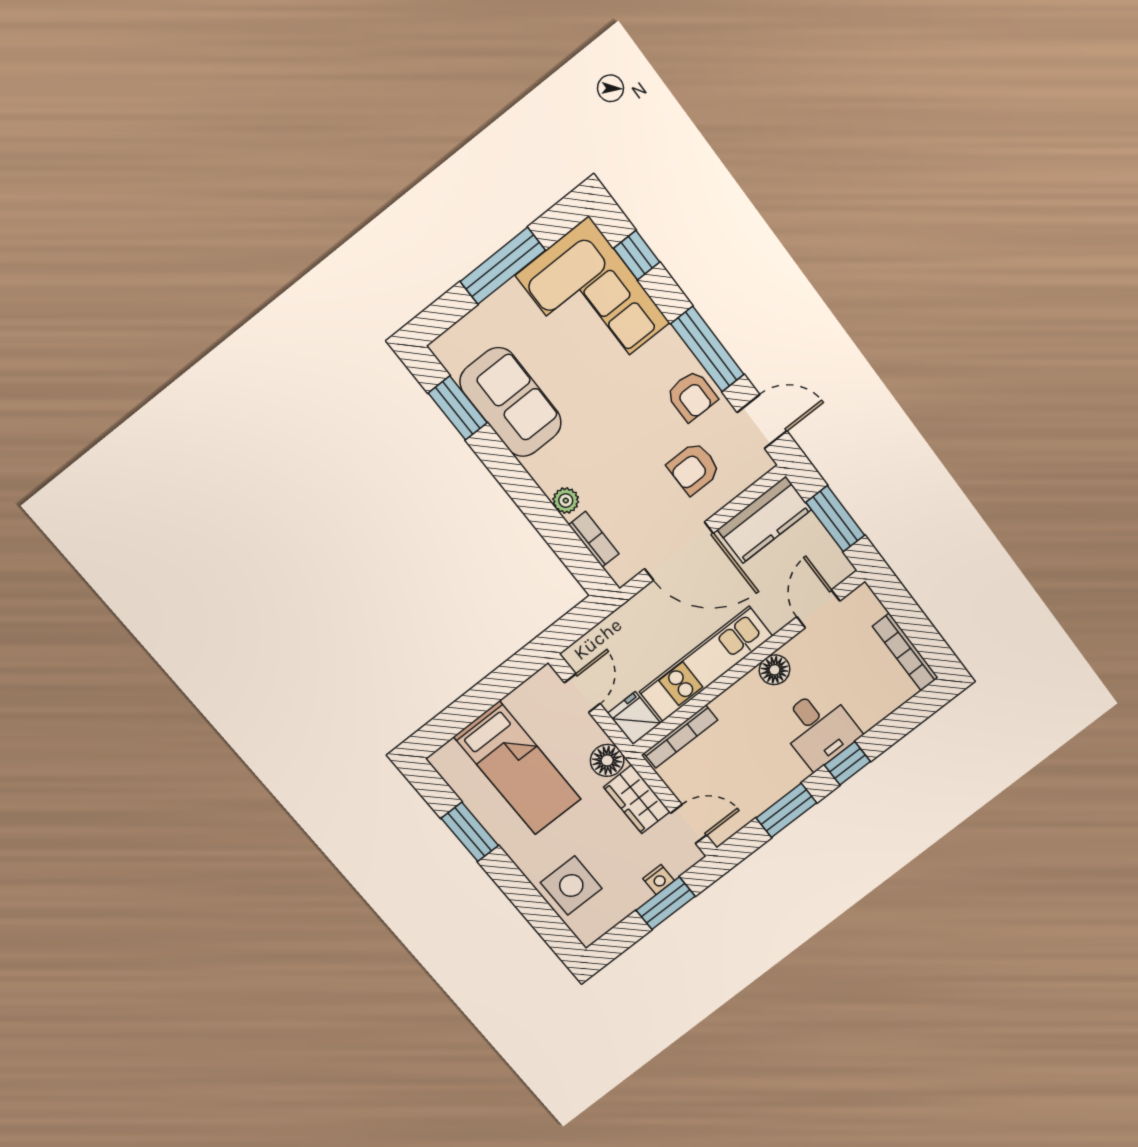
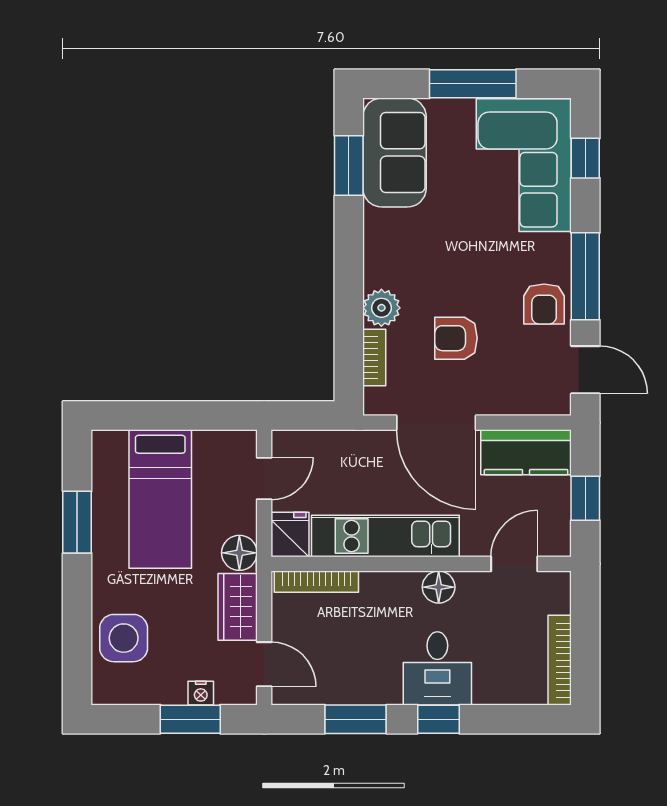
sofa: (511, 402) -> (395, 152), moved
armchair: (694, 468) -> (456, 338), moved
plant: (566, 501) -> (381, 308), width x1.38, depth x1.38
window: (835, 519) -> (585, 498), width x0.67

